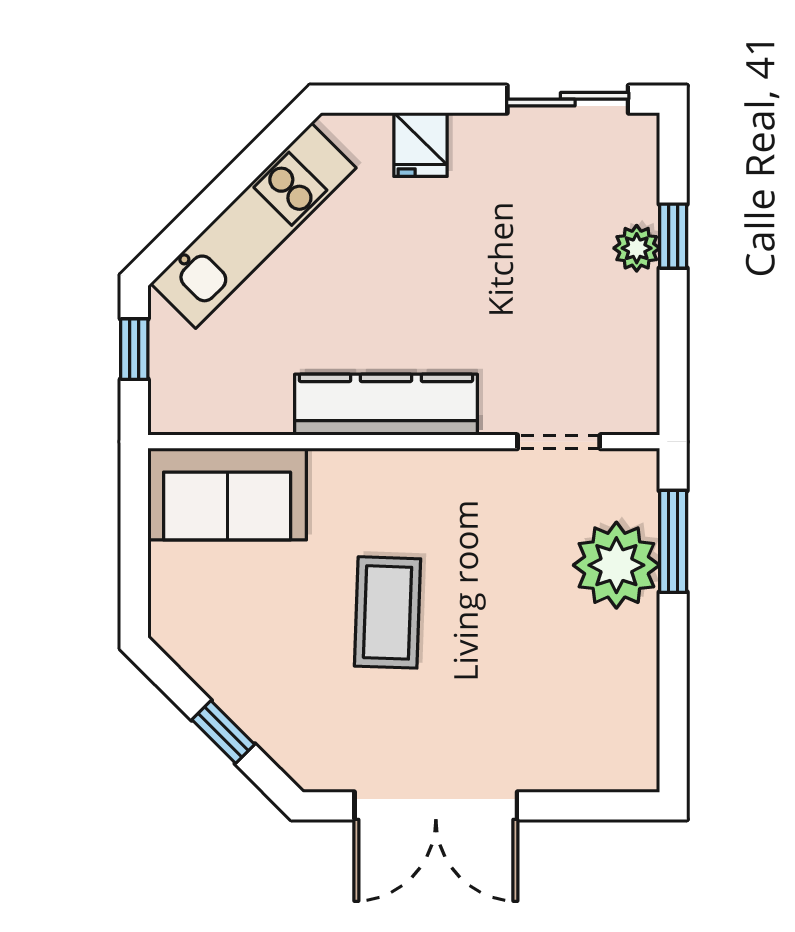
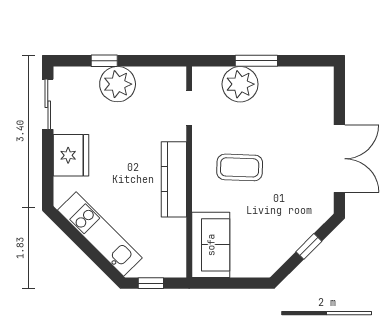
fridge: (421, 145) -> (71, 155), width x1.88, depth x1.34
plant: (637, 248) -> (118, 84), width x1.88, depth x1.88
window: (673, 541) -> (256, 61), moved
coffee table: (388, 612) -> (240, 167), moved

